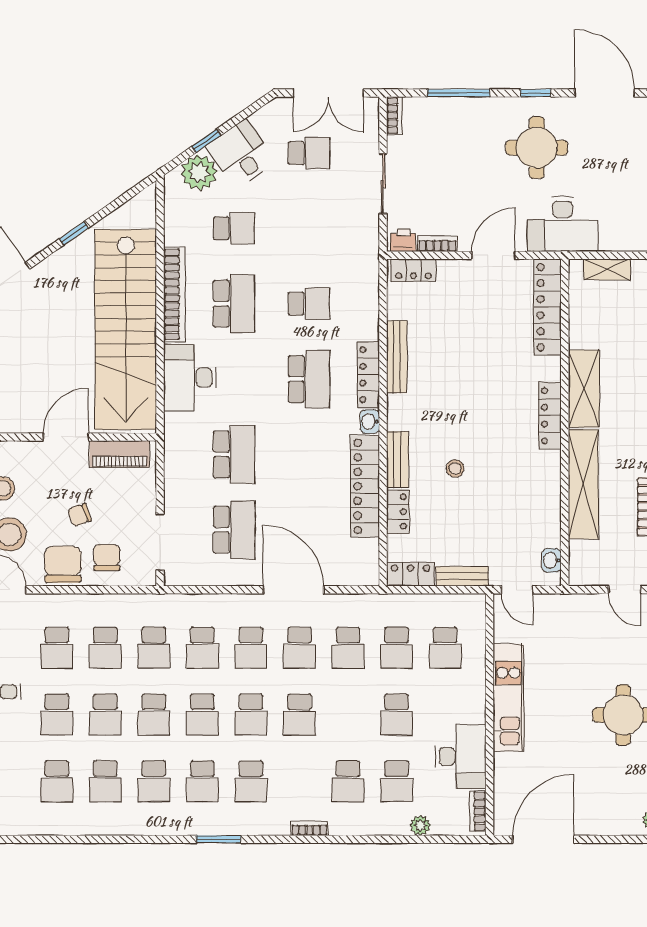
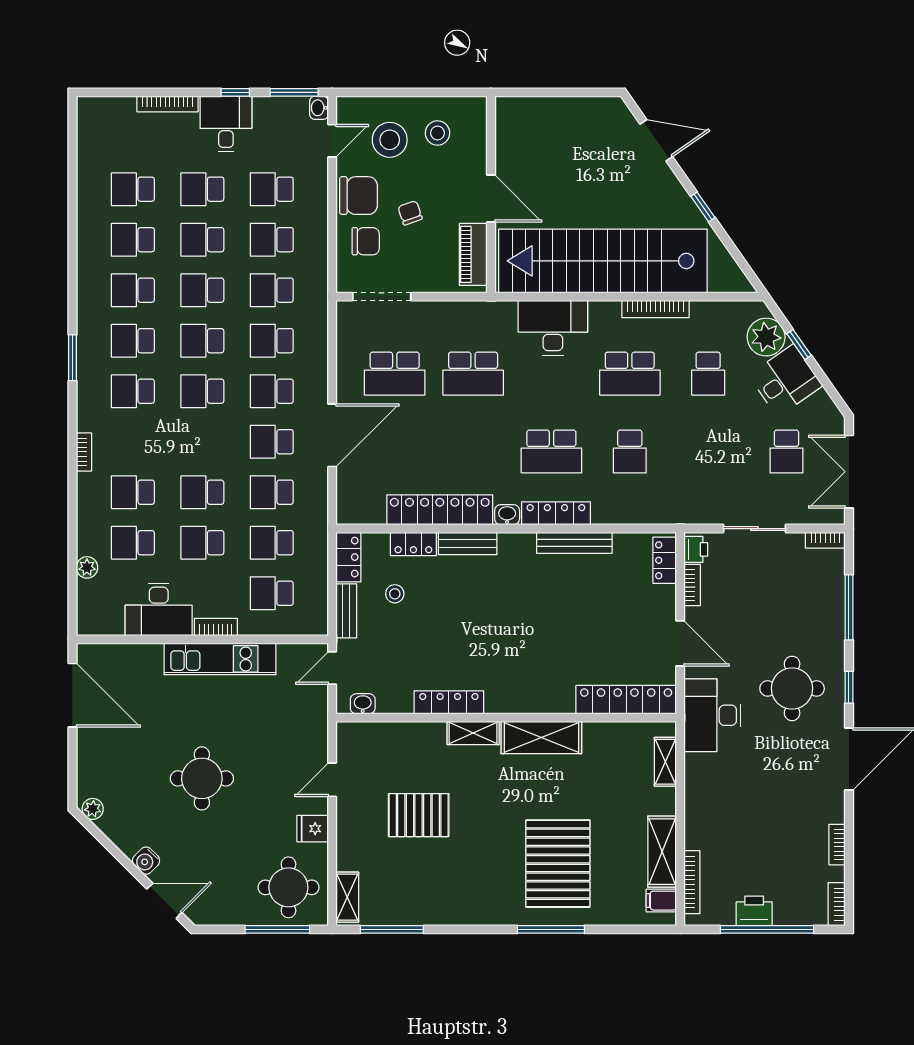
bookcase: (174, 294) -> (655, 309), width x0.68, depth x0.76
locker: (550, 416) -> (449, 702), moved
stool: (455, 468) -> (395, 594), moved
shelving: (583, 484) -> (473, 733), width x0.45, depth x0.75
school desk: (299, 715) -> (202, 492), moved
bookcase: (478, 811) -> (216, 627), moved

